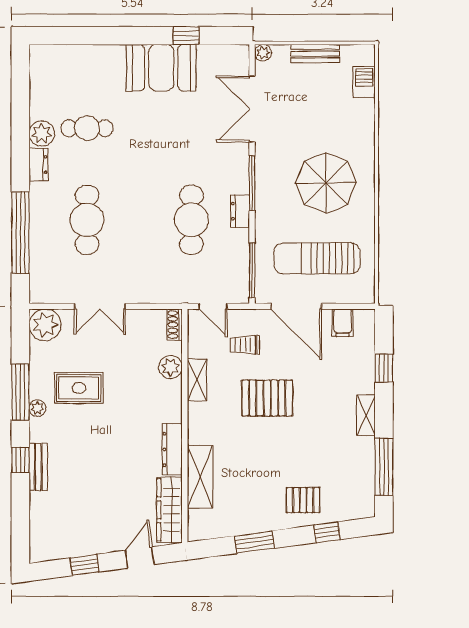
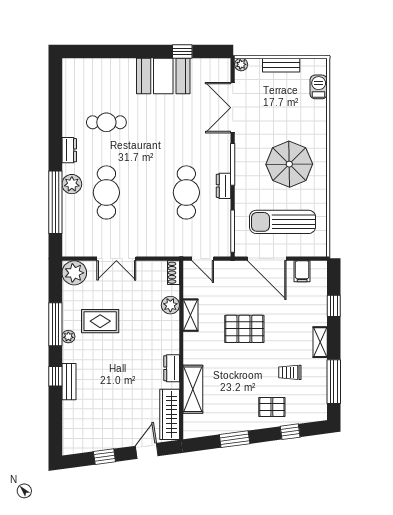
plant: (42, 134) -> (72, 184), moved
trolley: (245, 345) -> (290, 372), moved
dresser: (172, 449) -> (172, 368), width x0.70

